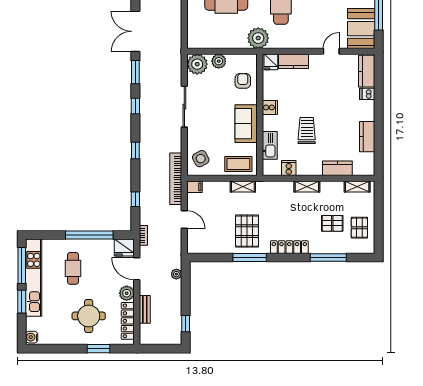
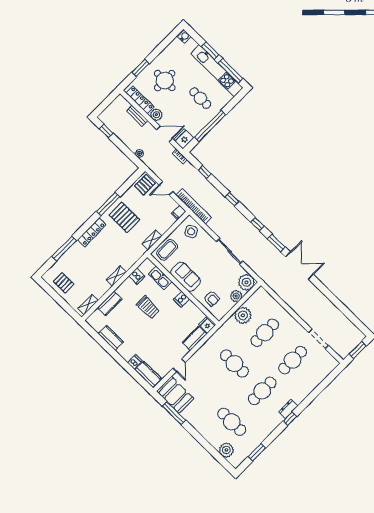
plant: (258, 38) -> (243, 315), moved
pallet: (332, 223) -> (145, 185), moved

